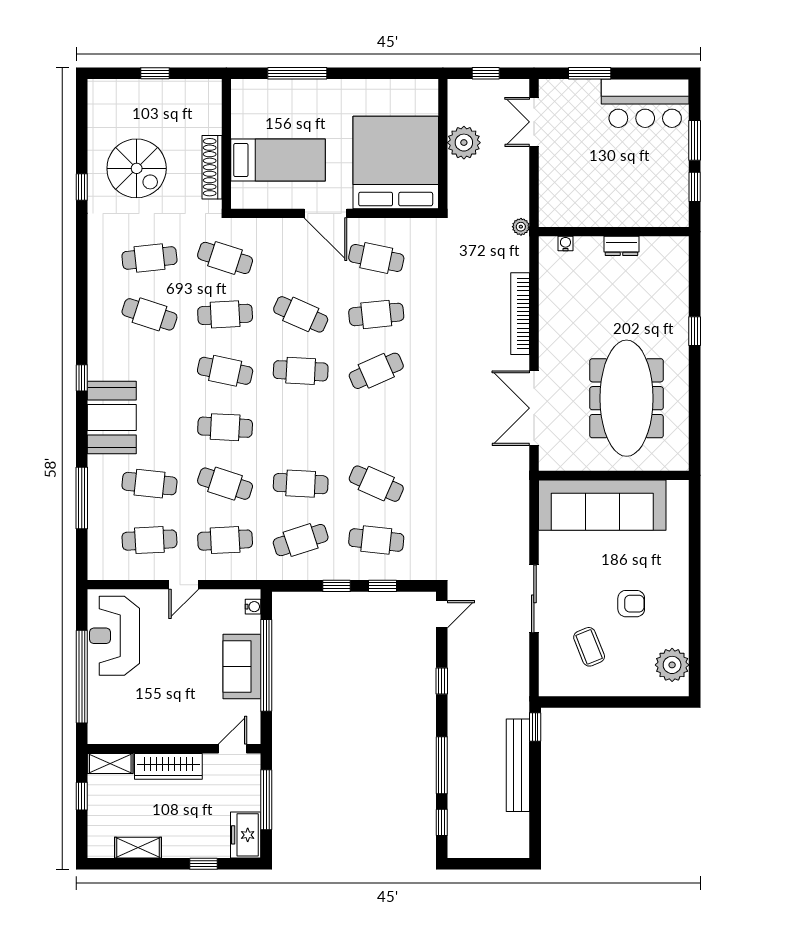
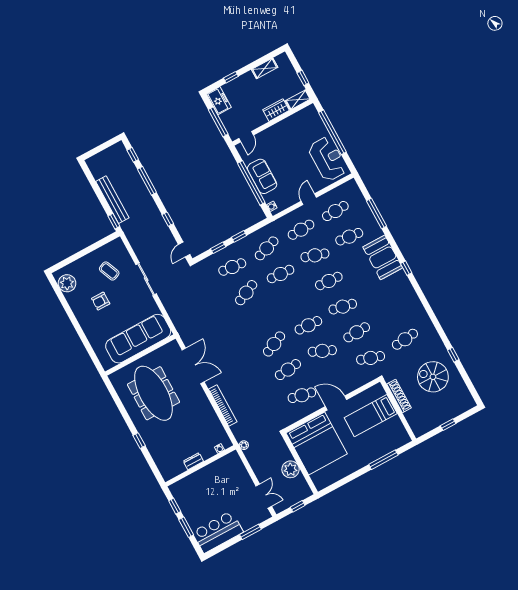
cafe table: (149, 314) -> (391, 314), removed
cafe table: (376, 484) -> (246, 293), turned -48
wardrobe: (168, 766) -> (276, 110), width x0.67

